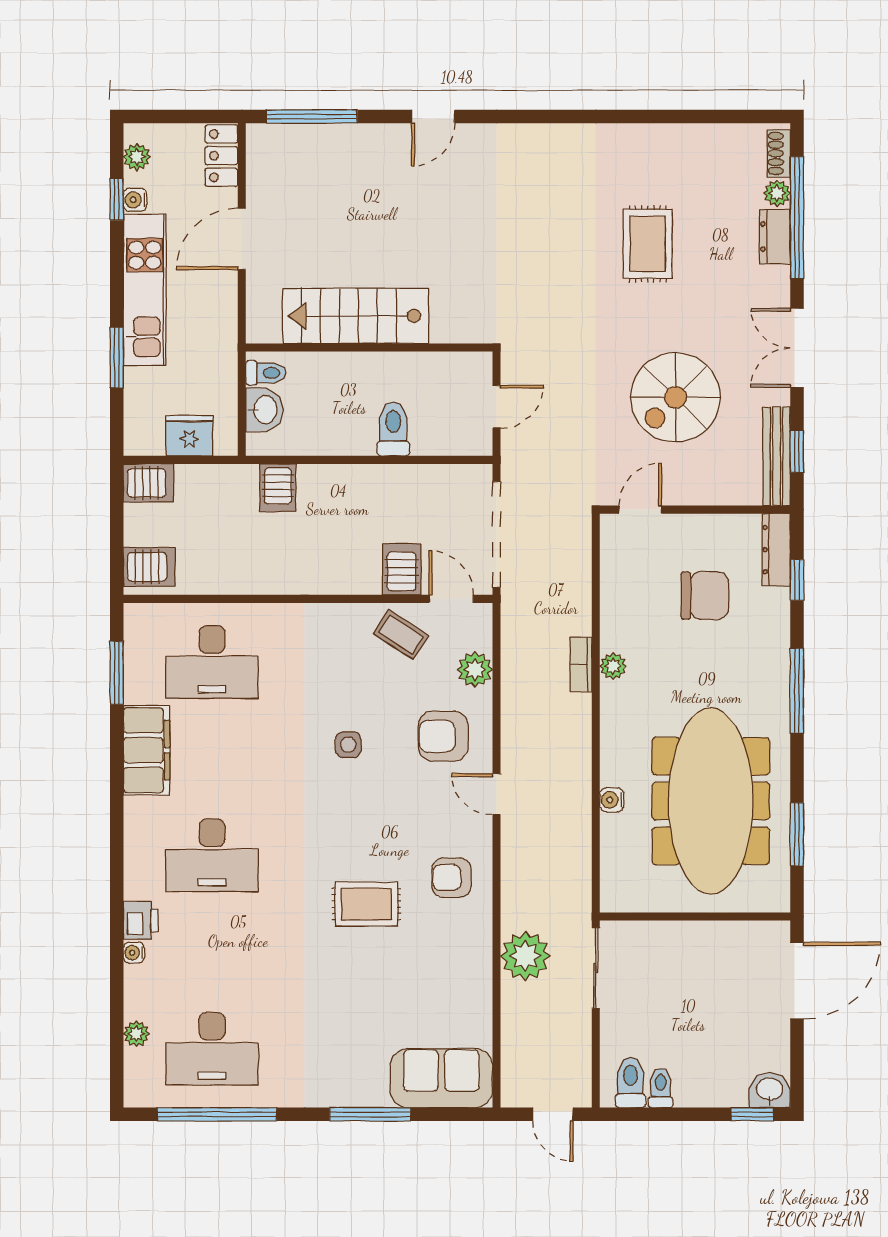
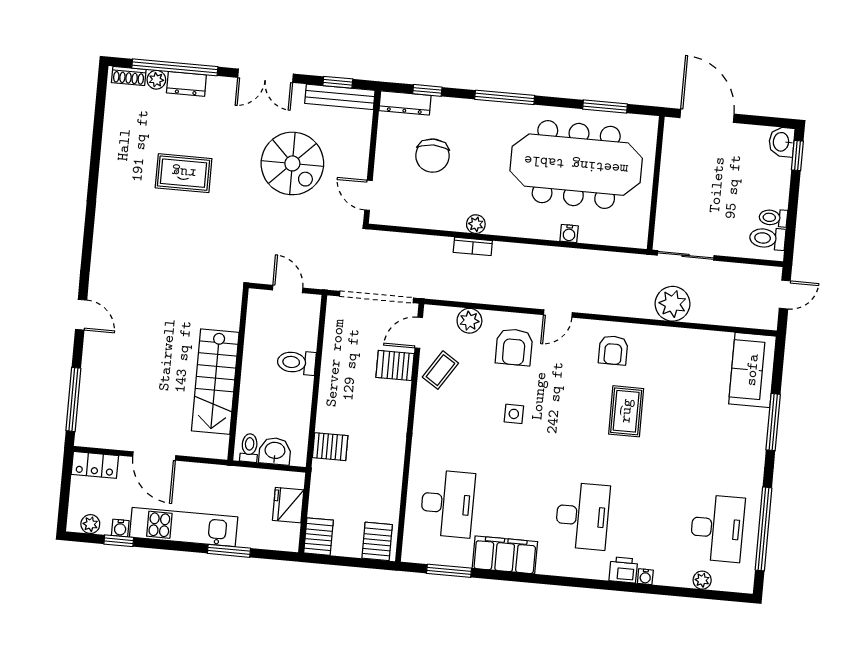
chair: (705, 596) -> (432, 156), turned 180

